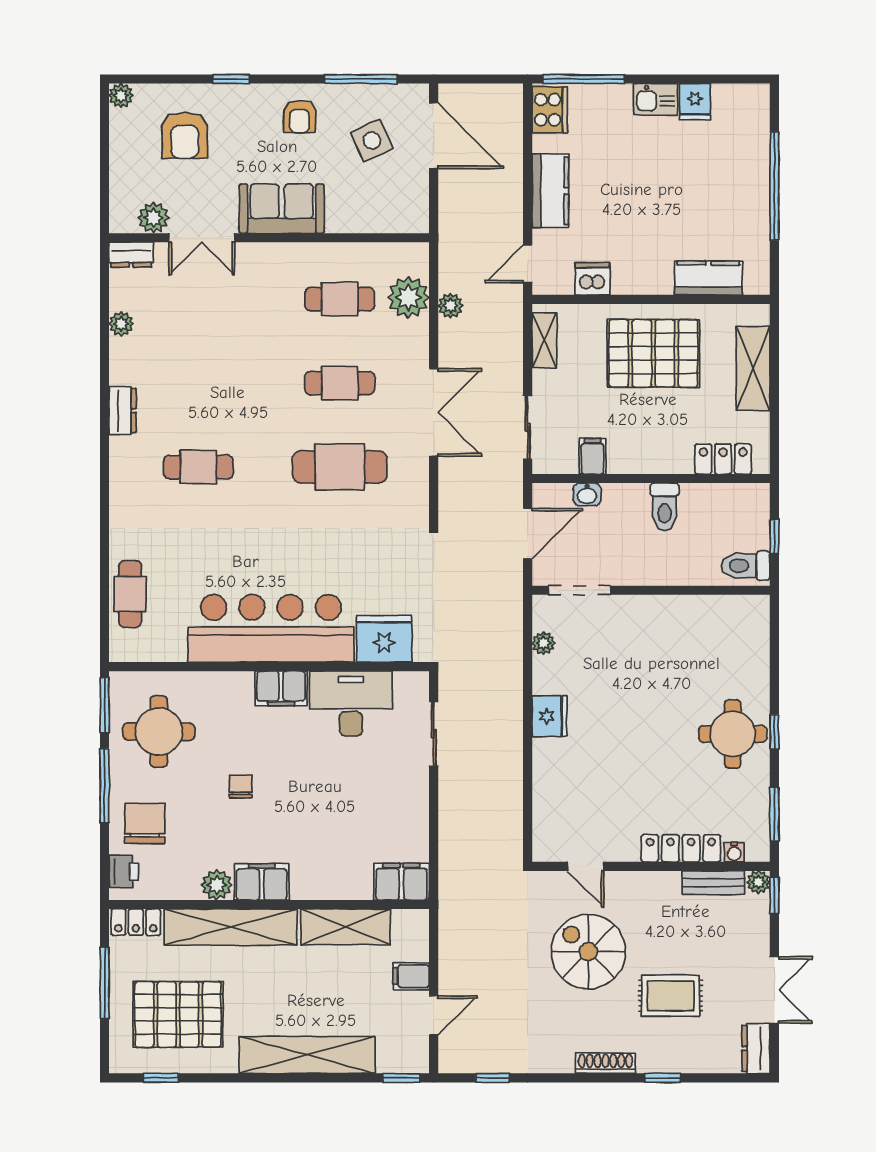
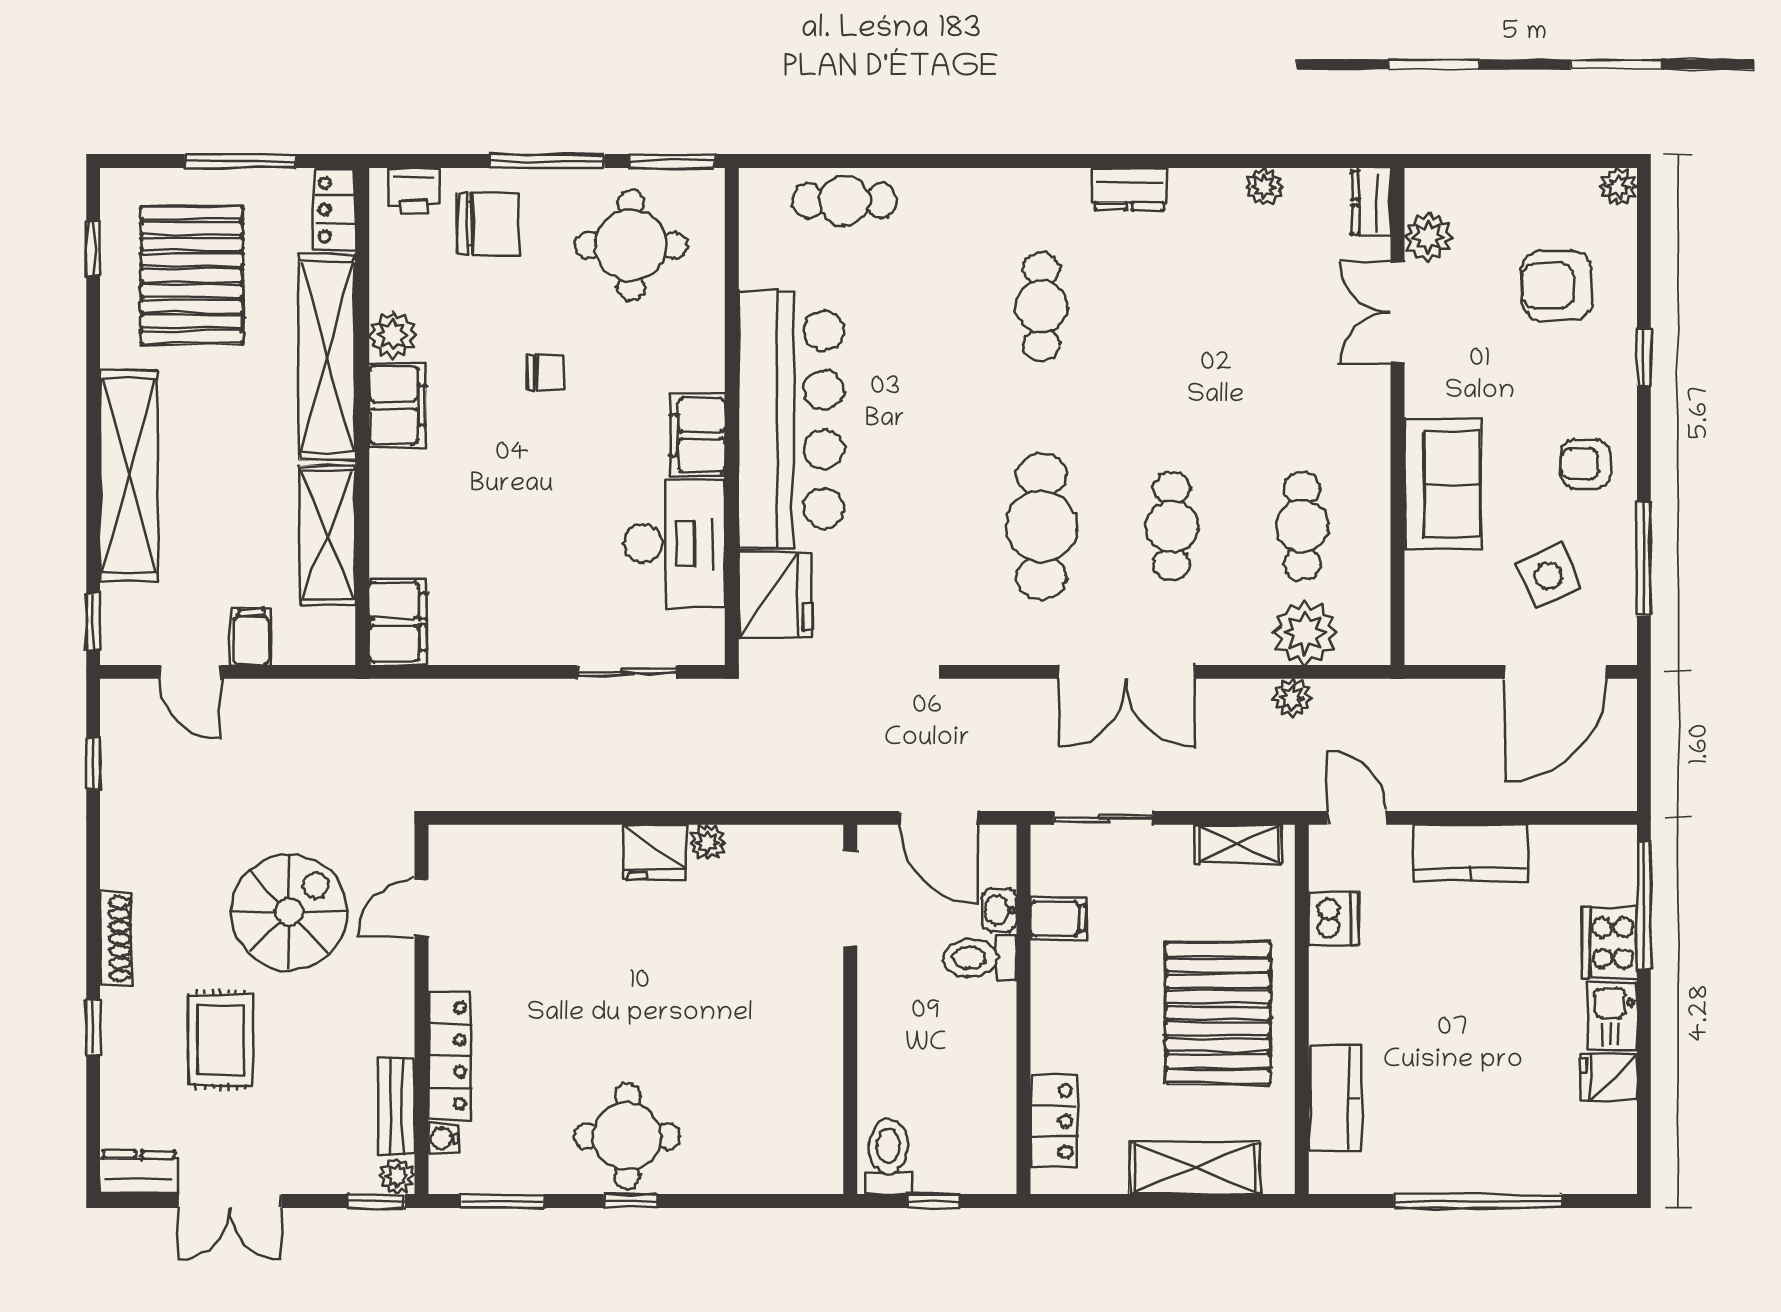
cooker: (550, 110) -> (1609, 943), moved, turned 90
sofa: (282, 209) -> (1443, 484), moved
toilet: (665, 507) -> (980, 958), moved
plant: (543, 643) -> (708, 842), moved

